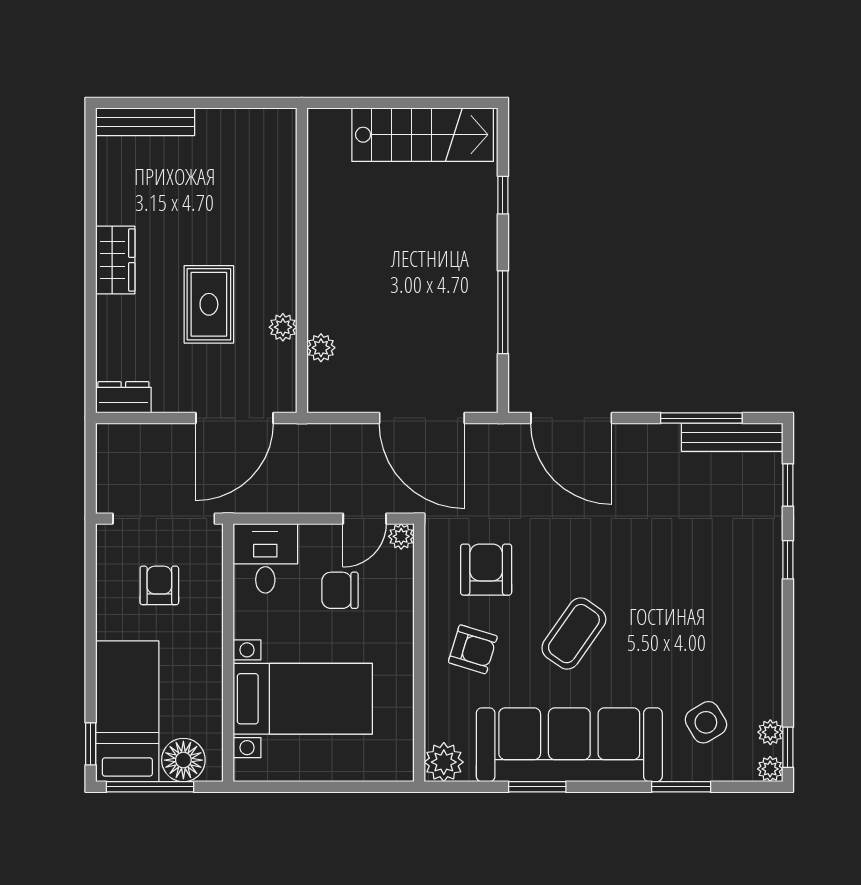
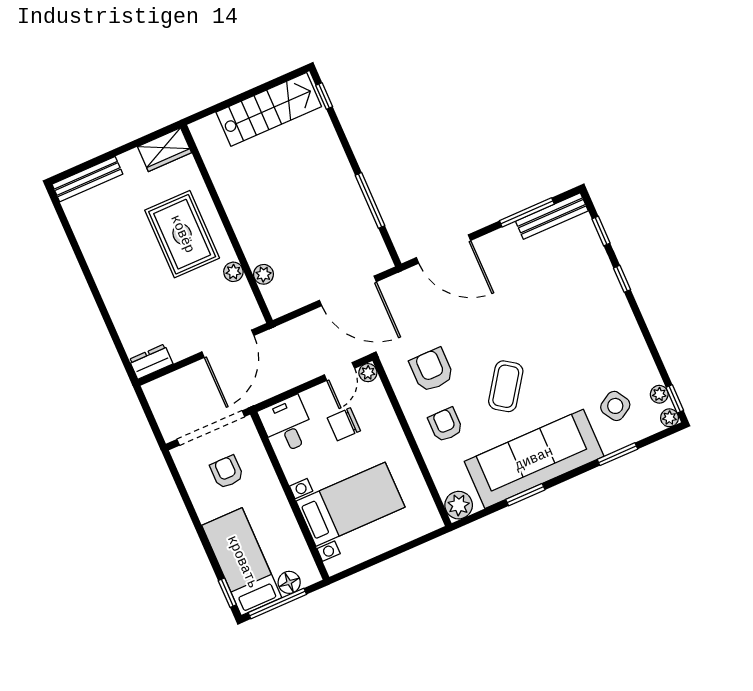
window: (503, 195) -> (324, 96), moved
wardrobe: (115, 260) -> (164, 150), moved, turned 90
rug: (209, 304) -> (182, 234), moved, width x1.36, depth x1.43
armchair: (473, 649) -> (445, 425), turned -107
floor lamp: (183, 760) -> (289, 582), width x0.73, depth x0.73

